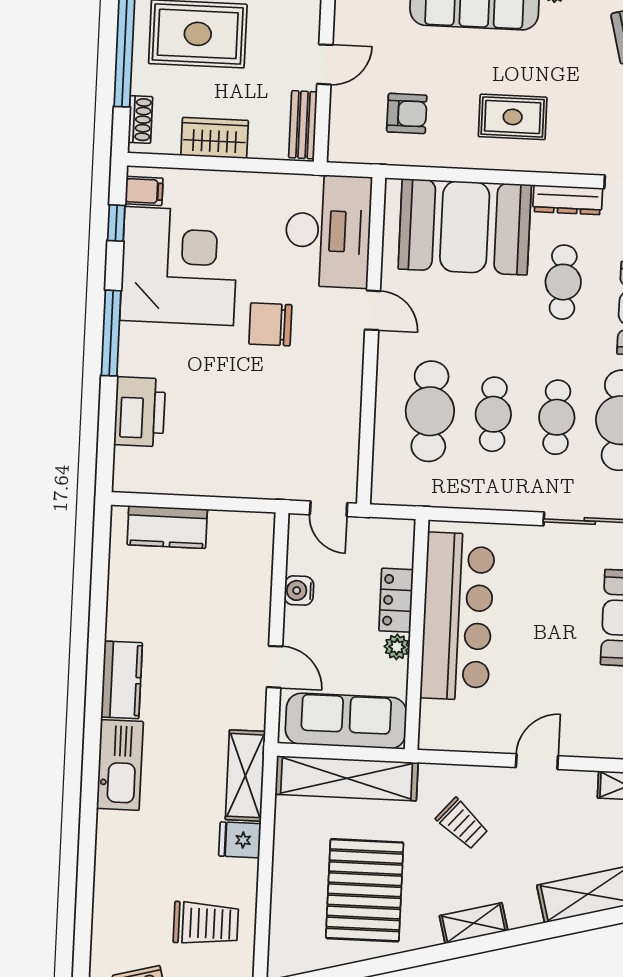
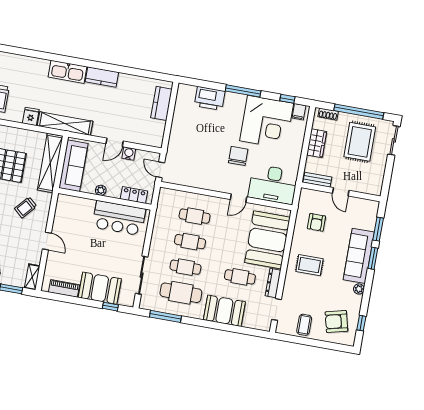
rug: (513, 117) -> (310, 265), turned 90
cafe table: (430, 411) -> (195, 216), width x0.73, depth x0.74
door: (329, 509) -> (160, 170), hinge flipped
locker: (396, 600) -> (134, 195), moved
bar counter: (457, 616) -> (119, 218), width x0.73
door: (275, 667) -> (115, 142), moved
shelving: (245, 776) -> (65, 124), width x1.47

